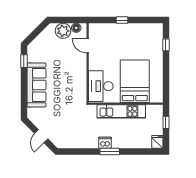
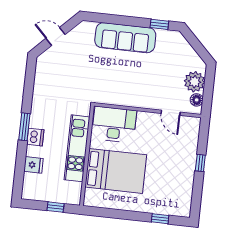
door: (88, 46) -> (171, 113), swing flipped
fridge: (157, 142) -> (33, 165), moved
dishwasher: (105, 143) -> (35, 137), moved

